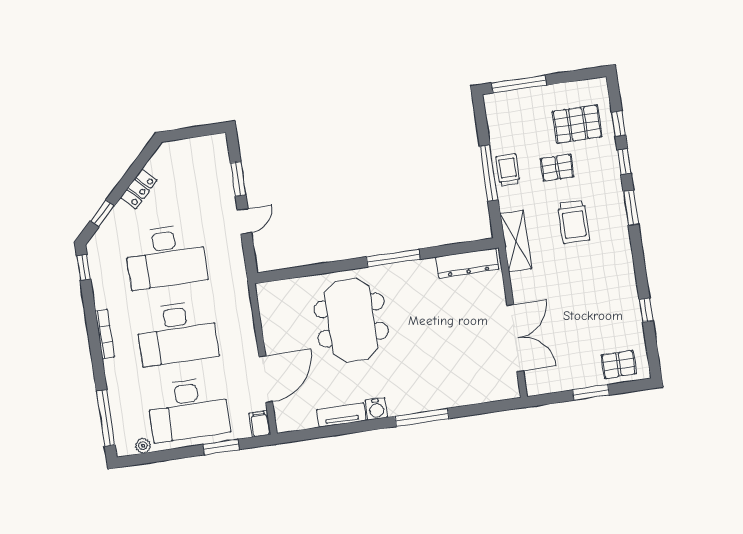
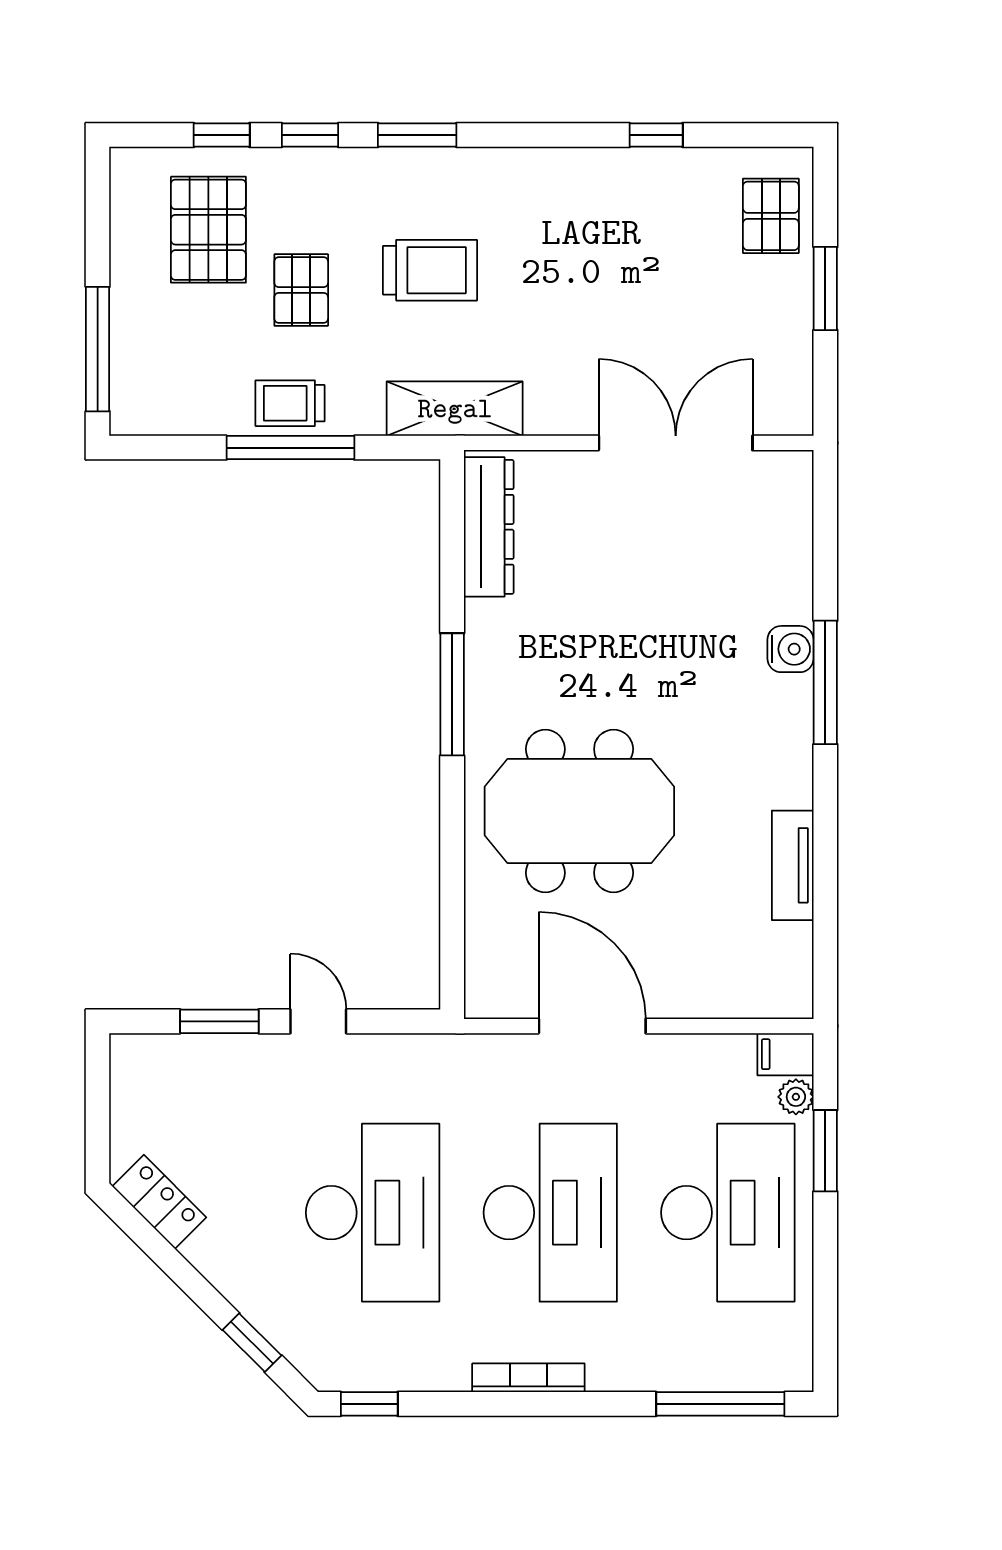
locker: (139, 189) -> (159, 1202), moved
door: (266, 379) -> (592, 1026), moved
water cooler: (376, 409) -> (791, 649), moved
plant: (143, 446) -> (796, 1097), moved

